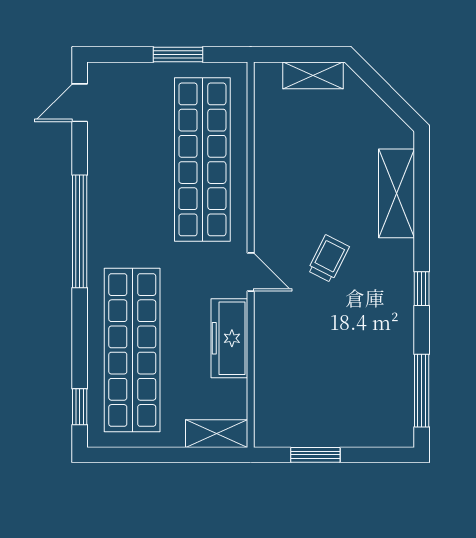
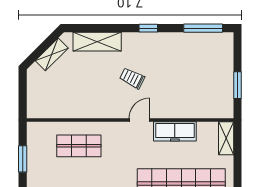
shelving: (313, 75) -> (52, 54), moved, turned 45
shop shelf: (202, 159) -> (79, 146), width x0.50, depth x0.74

